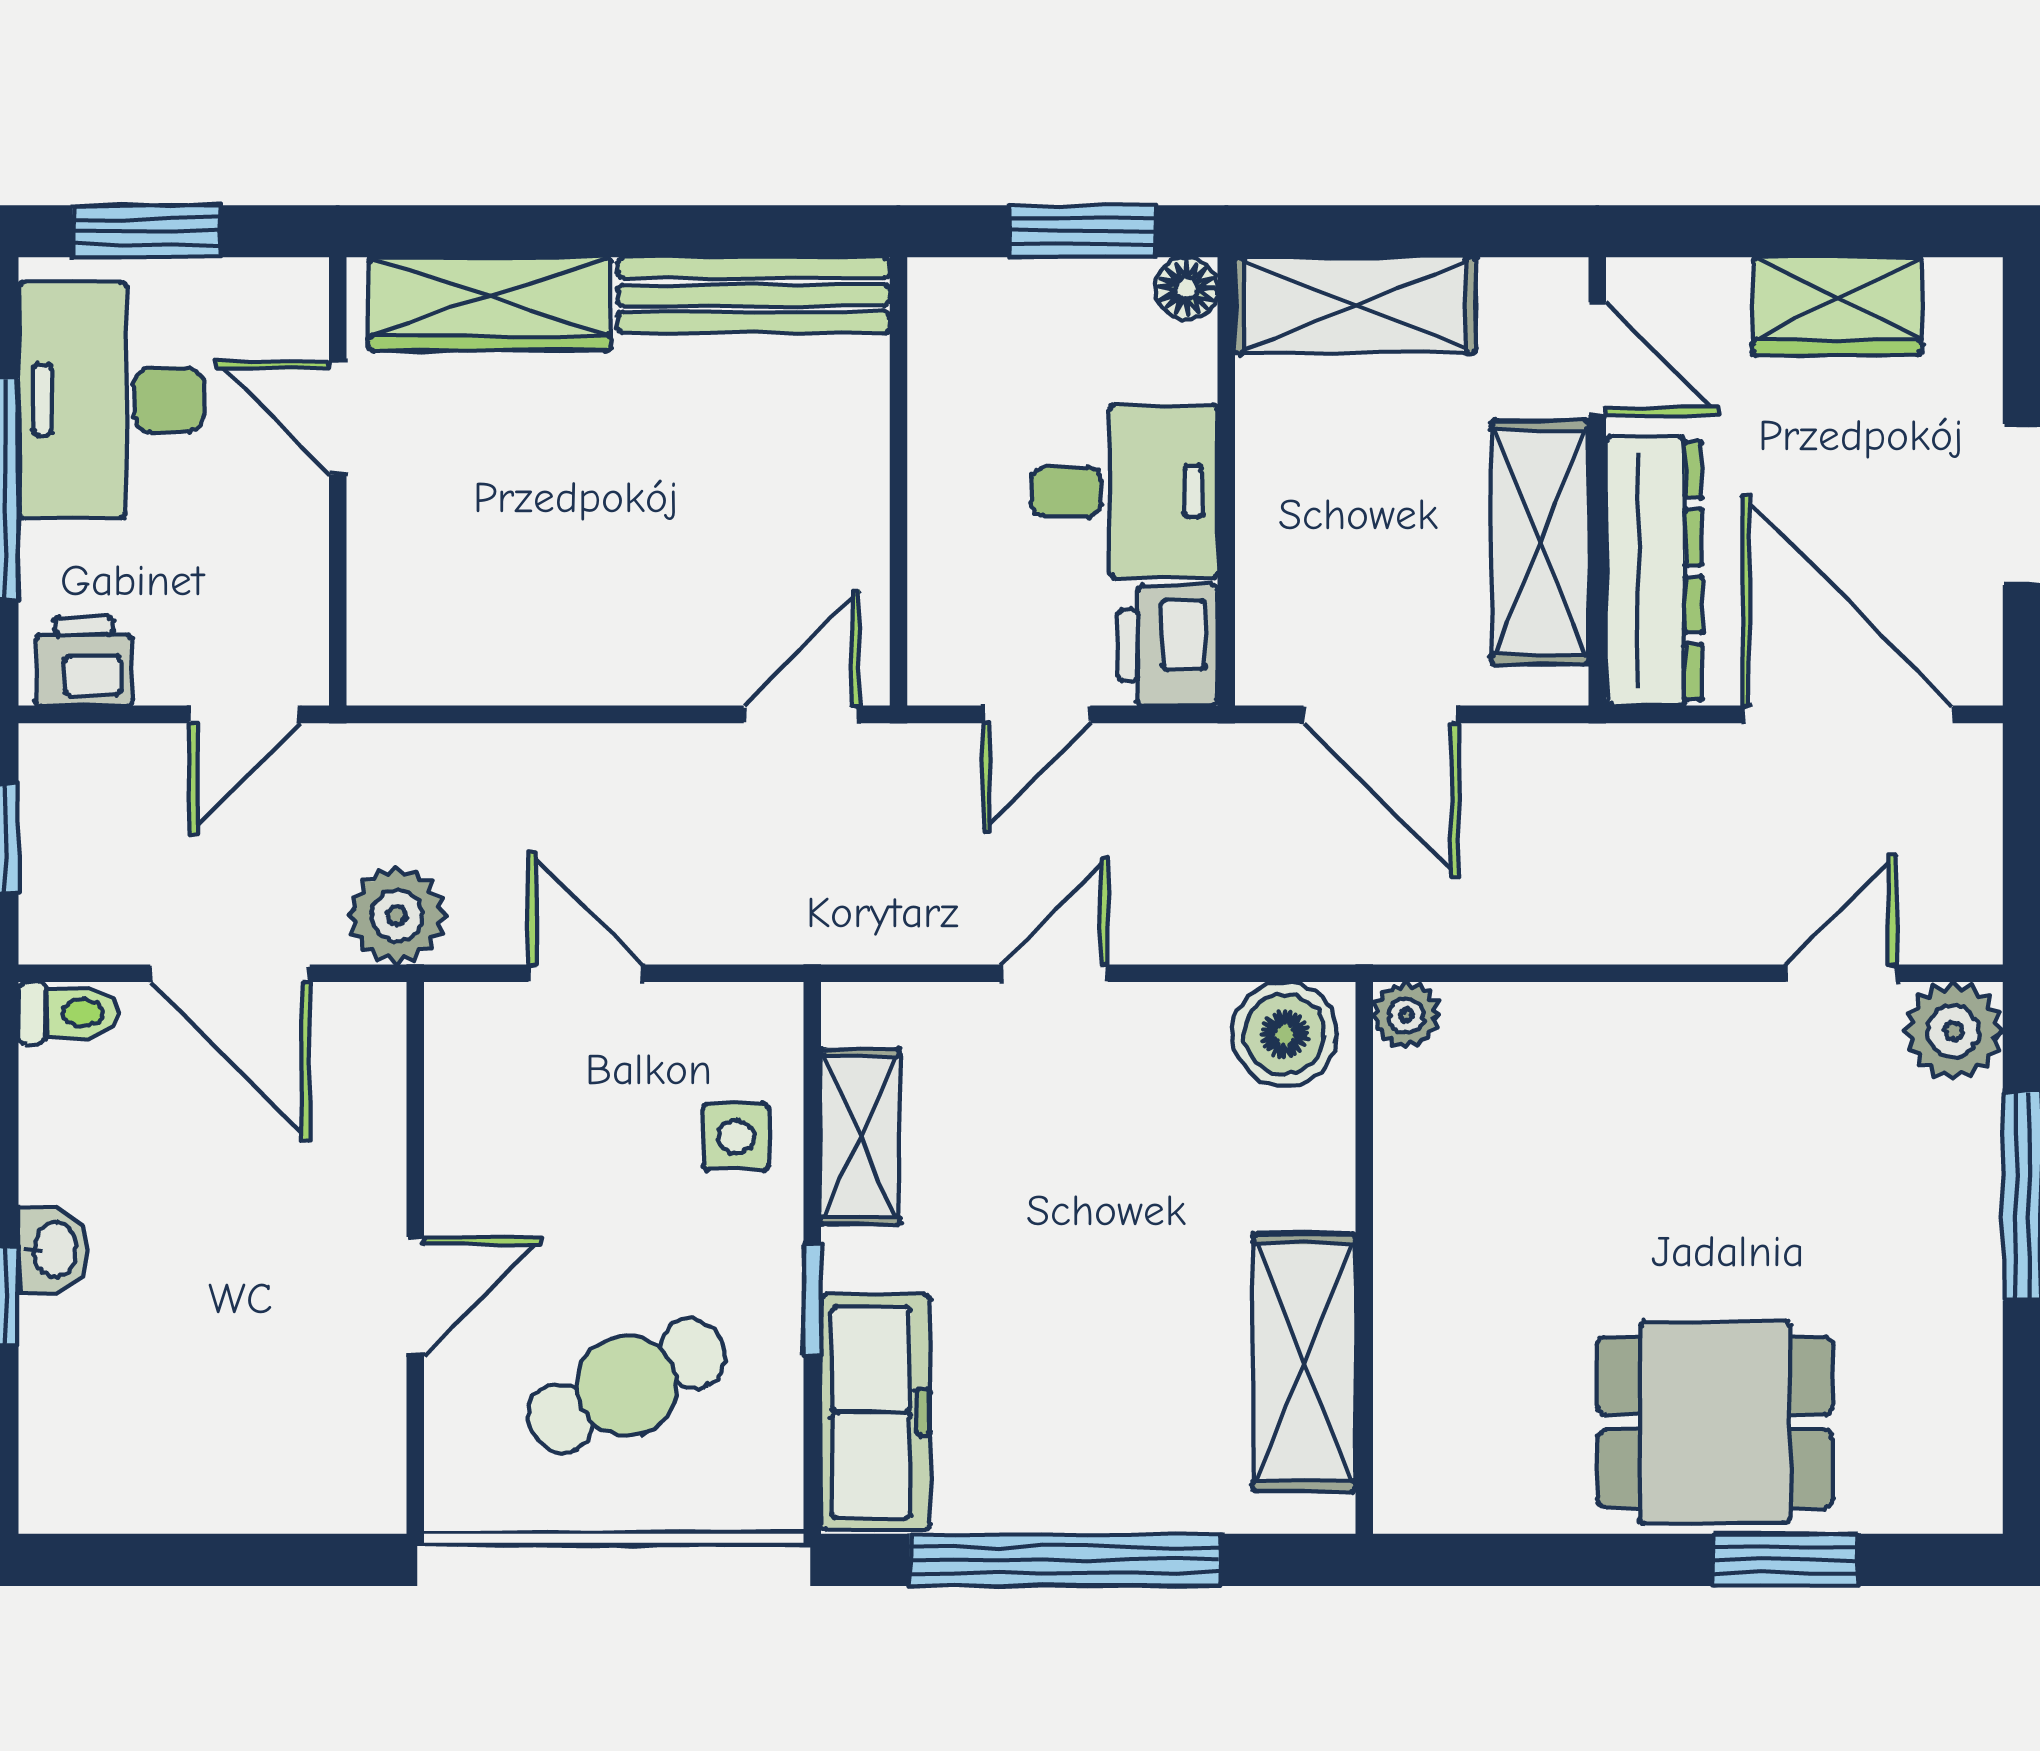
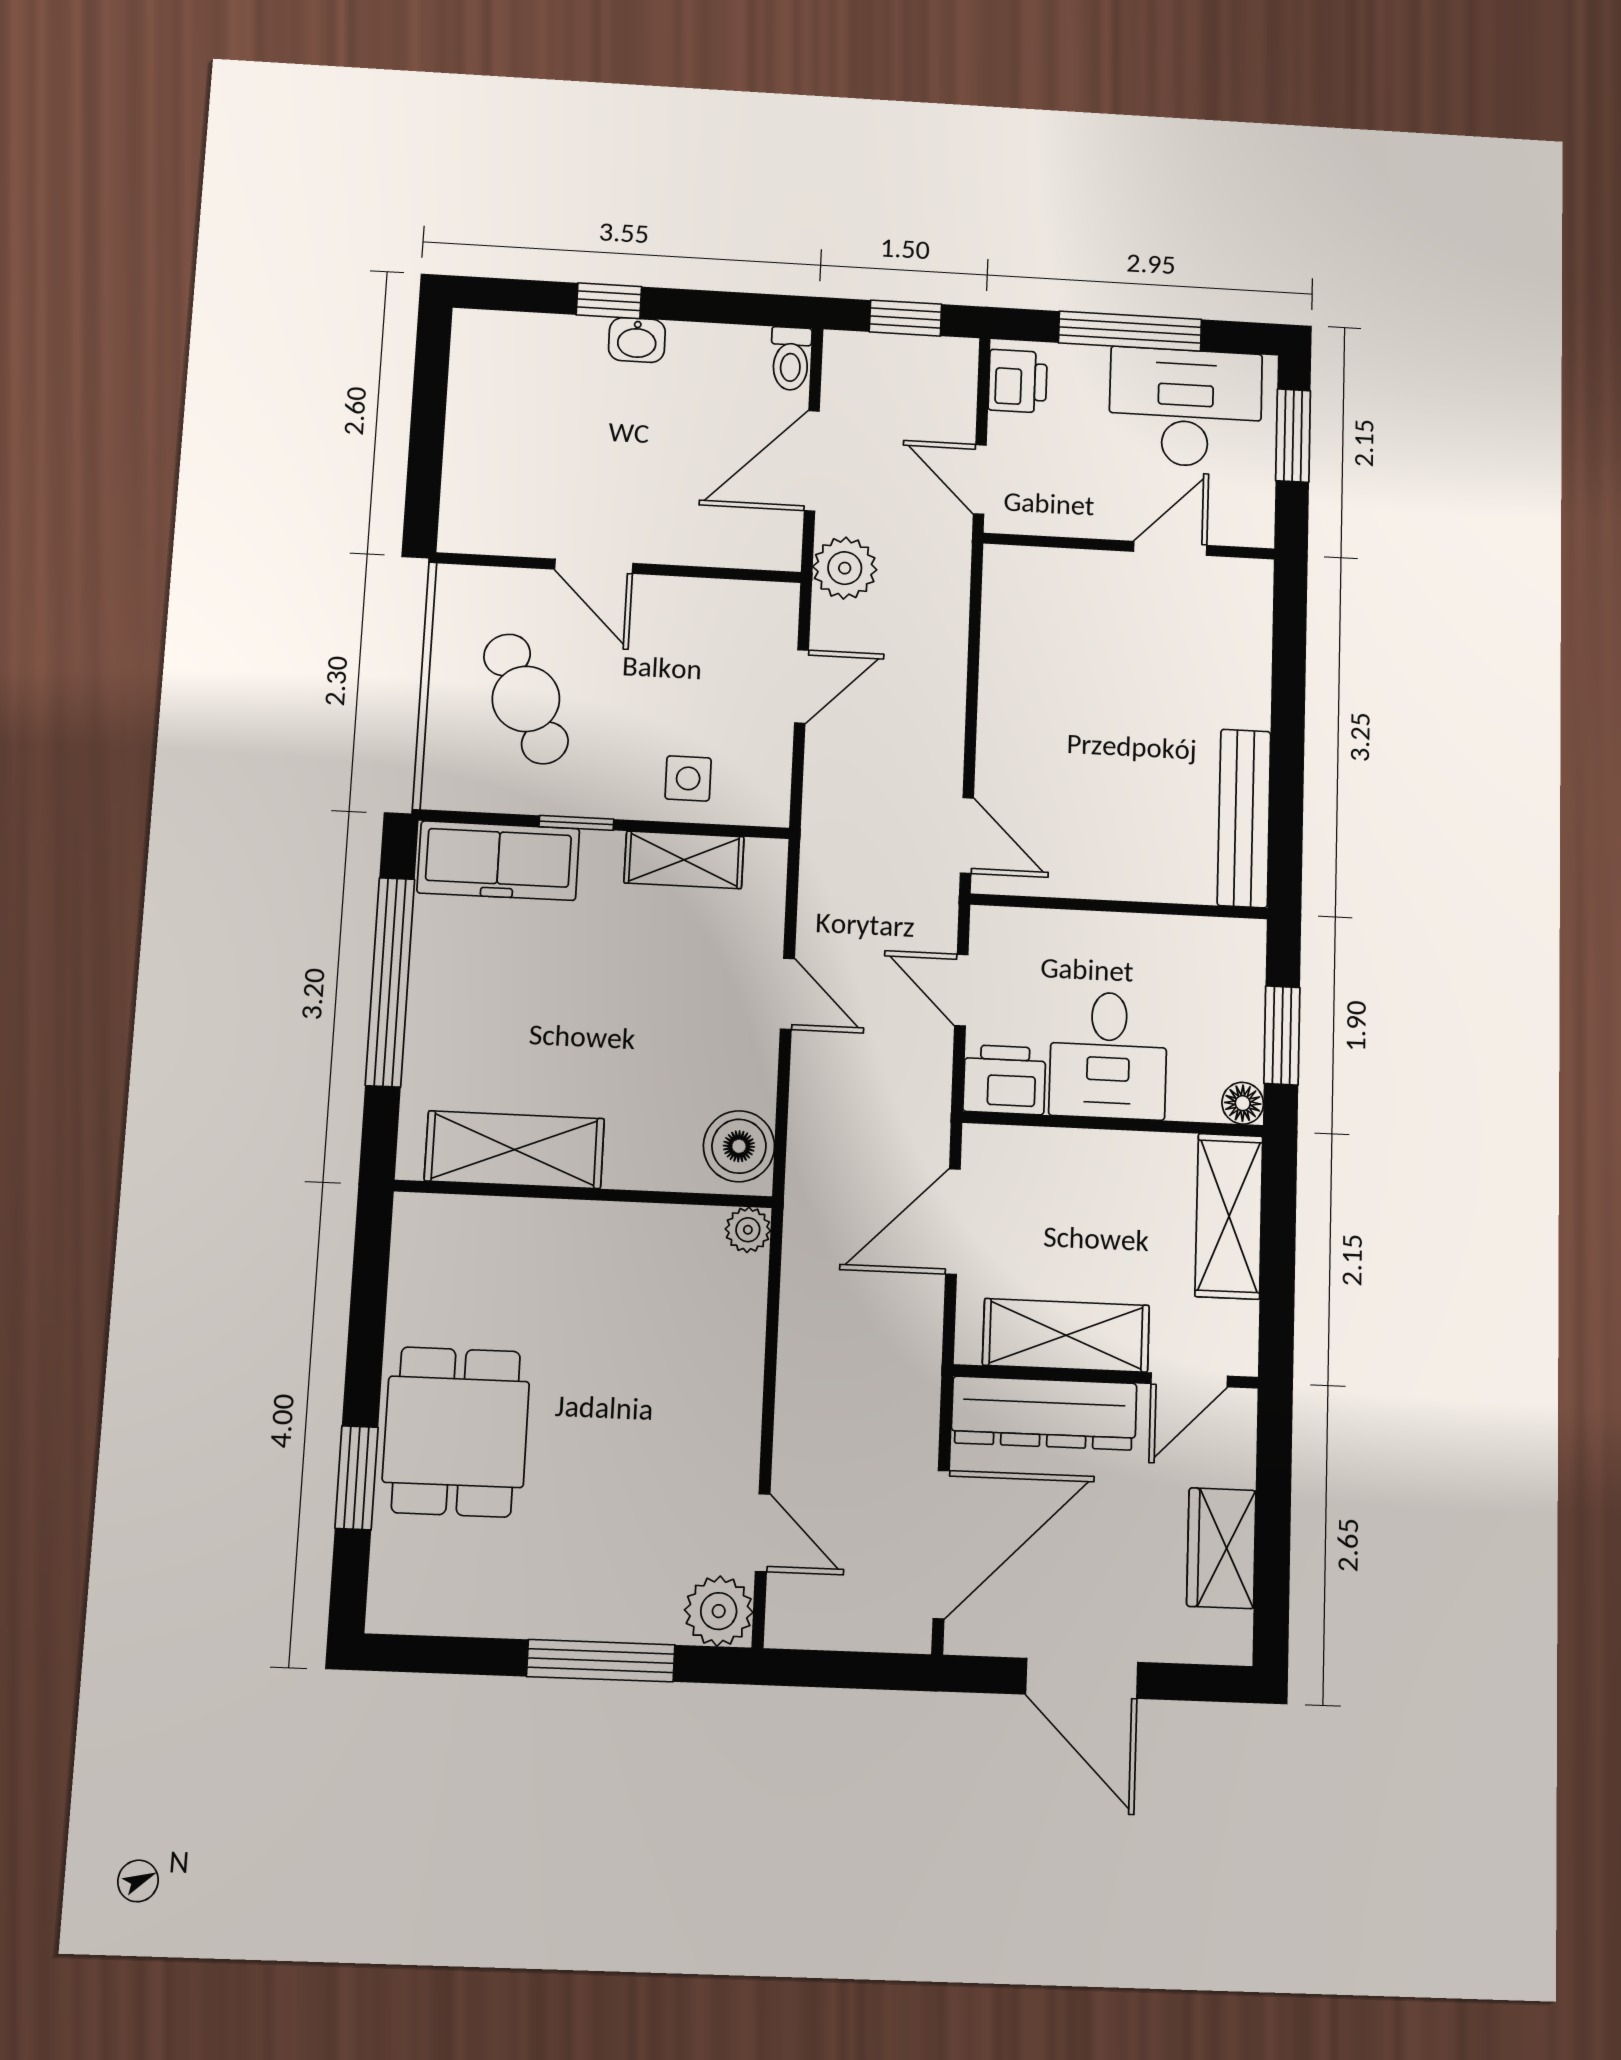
wardrobe: (490, 304) -> (1242, 648), removed

